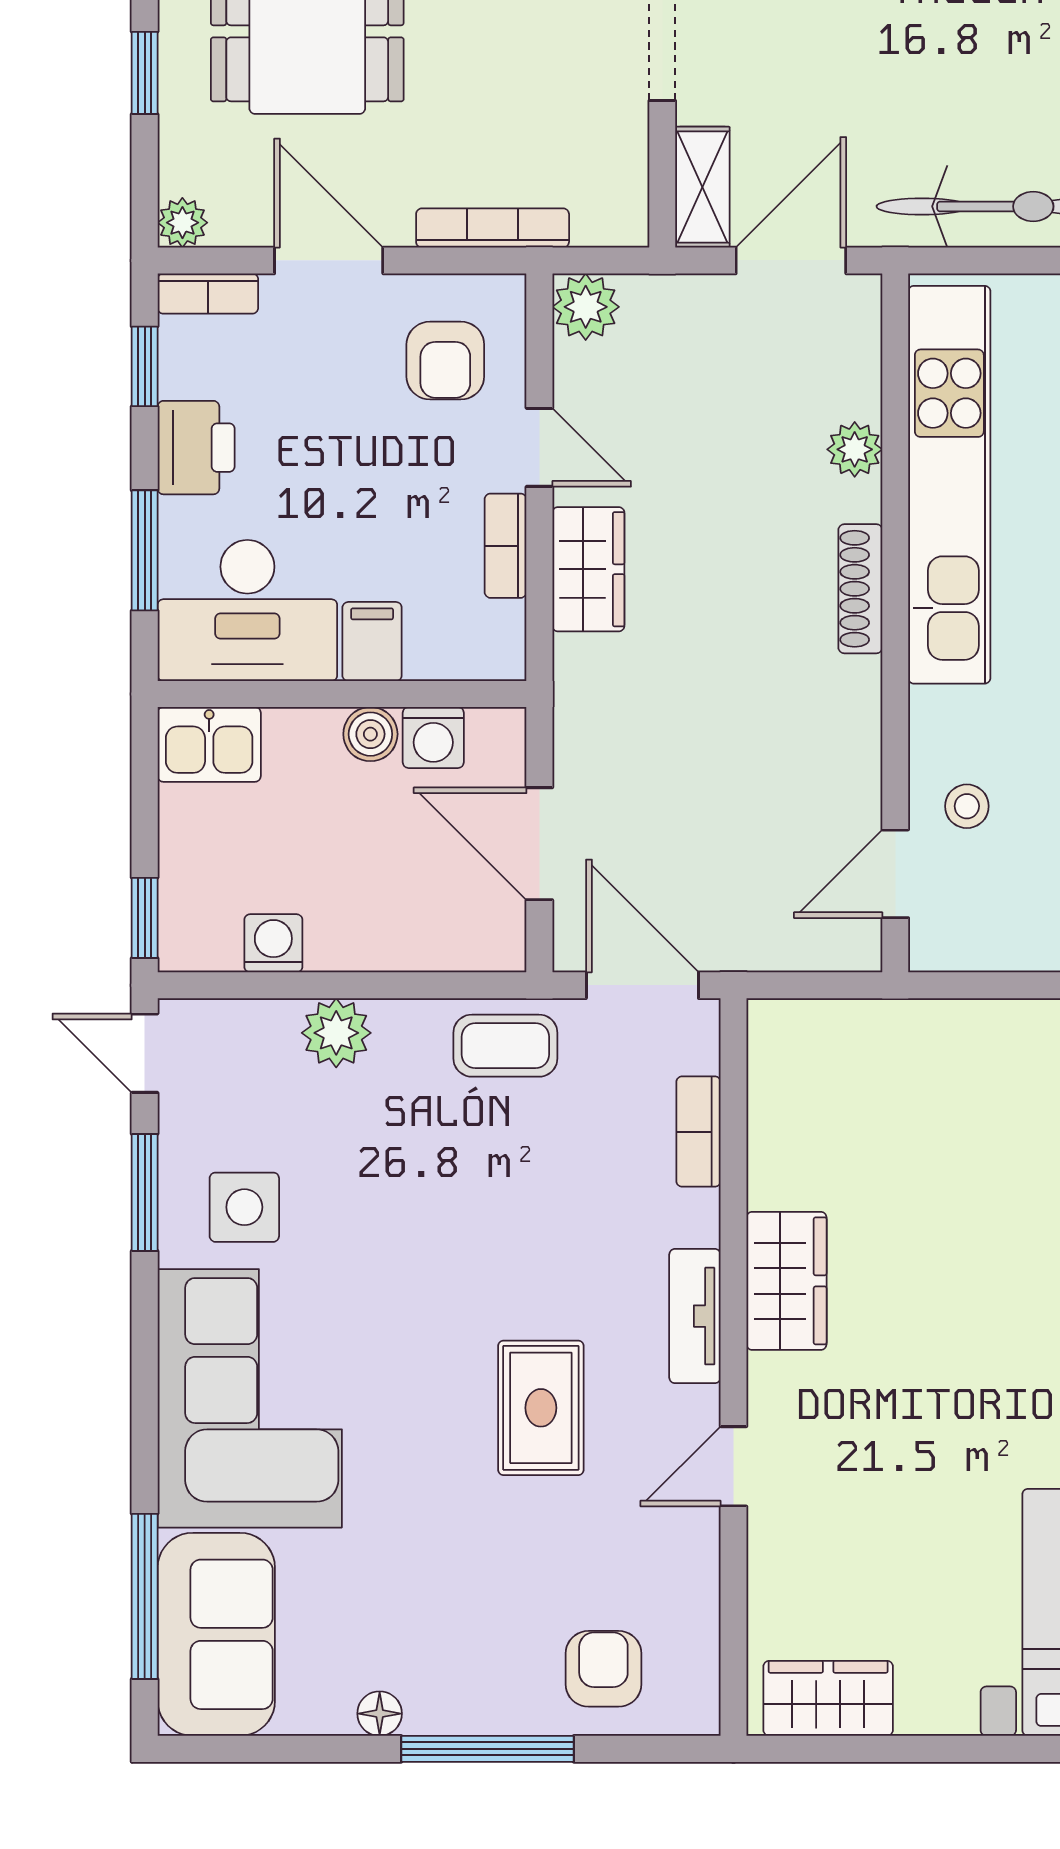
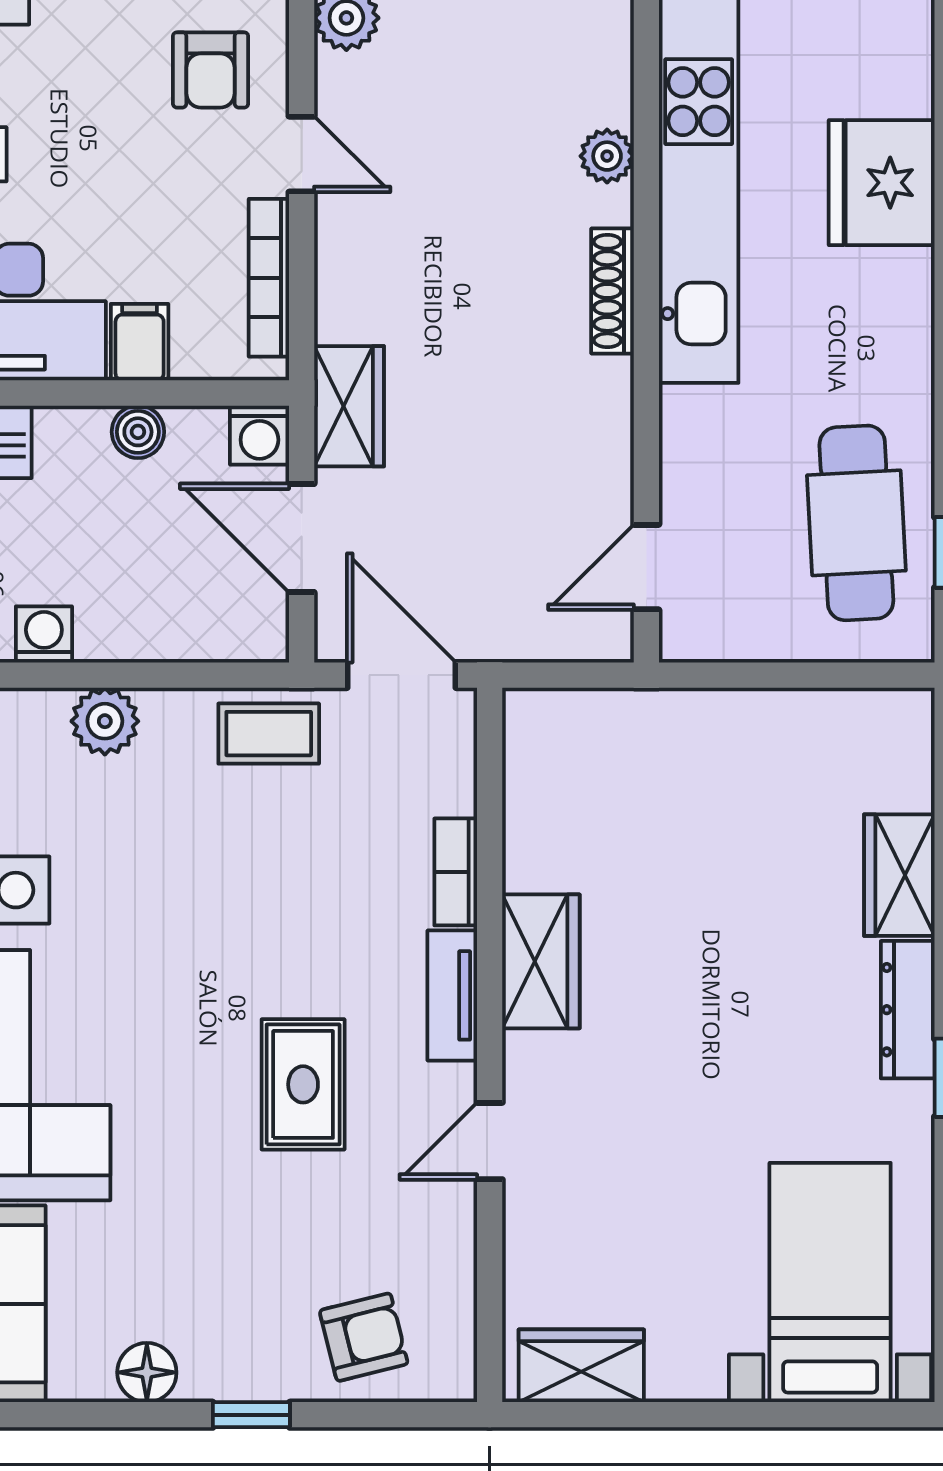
bookcase: (506, 546) -> (269, 278), width x1.56
wardrobe: (588, 569) -> (349, 406), moved
washing machine: (433, 738) -> (259, 435), moved
stool: (967, 806) -> (716, 502), removed
bookcase: (698, 1132) -> (456, 872), moved
armchair: (603, 1669) -> (364, 1337), turned 76
floor lamp: (380, 1714) -> (147, 1372), width x1.37, depth x1.37
window: (487, 1749) -> (251, 1415), width x0.46

